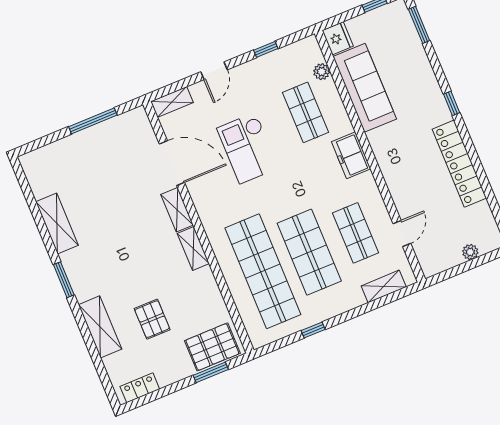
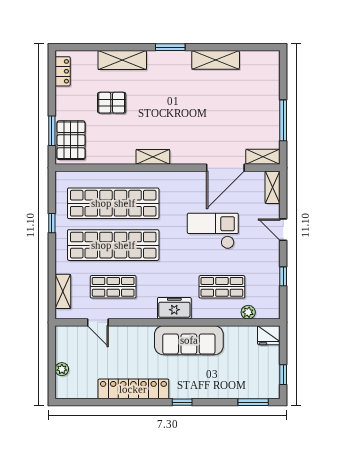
sofa: (365, 88) -> (189, 340), moved
shelving: (177, 210) -> (263, 157), moved
shop shelf: (309, 252) -> (113, 245), width x1.40

